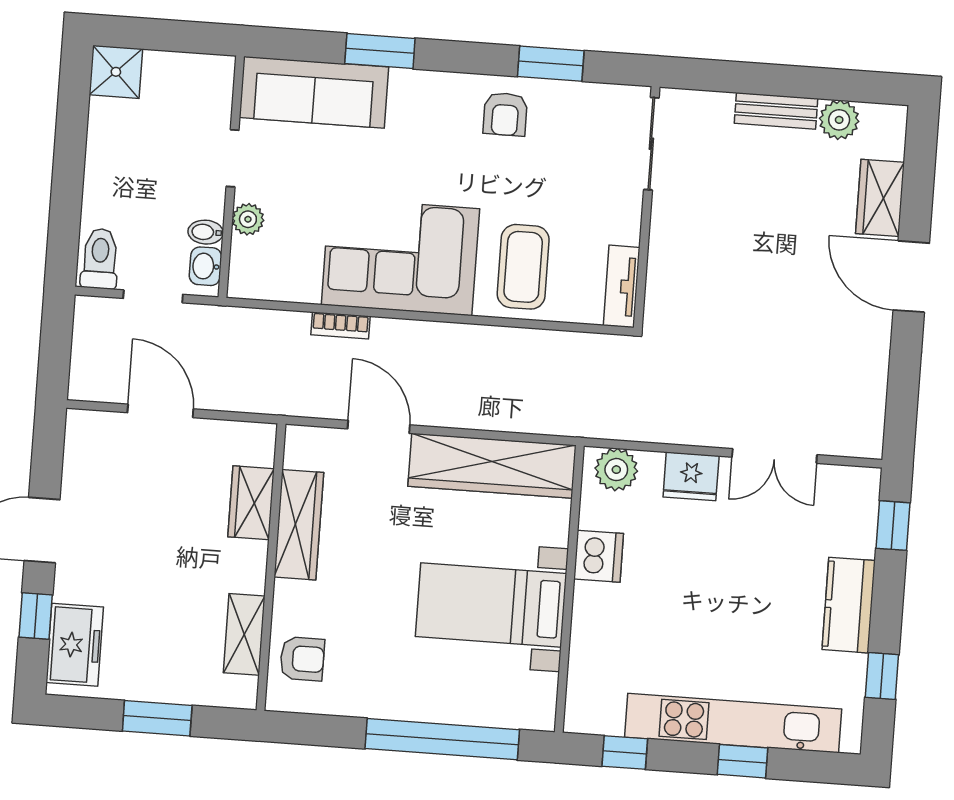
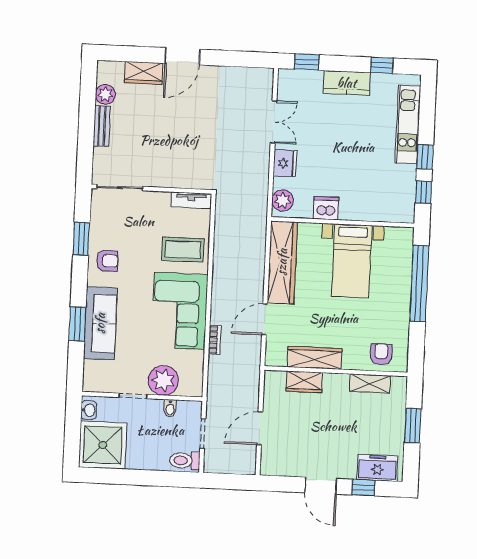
shower: (116, 72) -> (103, 445), width x1.86, depth x1.86
sofa: (314, 92) -> (100, 323), moved
plant: (248, 219) -> (163, 380), width x1.88, depth x1.88
washbasin: (205, 266) -> (89, 410), moved, turned -90
kitchen unit: (733, 723) -> (408, 125), width x0.73
window: (742, 761) -> (425, 157), moved

